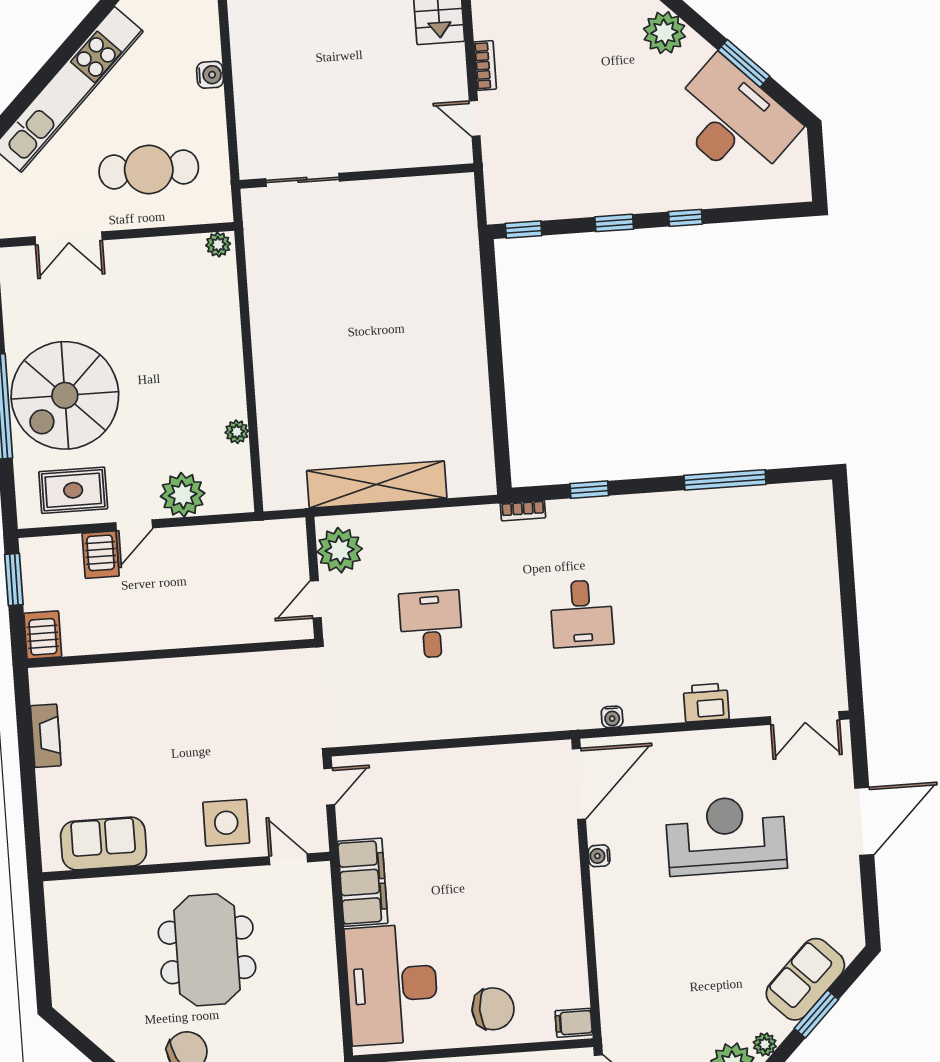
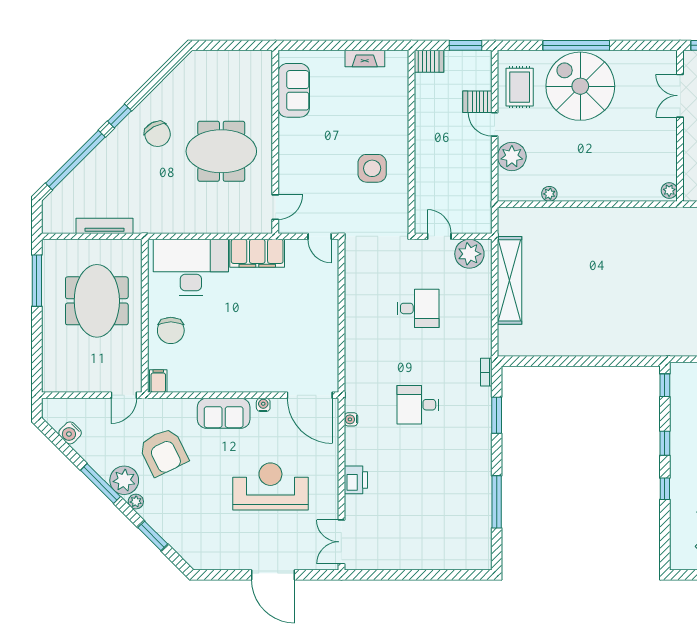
window: (589, 490) -> (497, 415), width x1.50
side table: (226, 823) -> (372, 168), moved
reception desk: (726, 835) -> (270, 486), turned -90
sofa: (805, 979) -> (224, 413), moved, turned 135
armchair: (684, 1007) -> (163, 452), added

